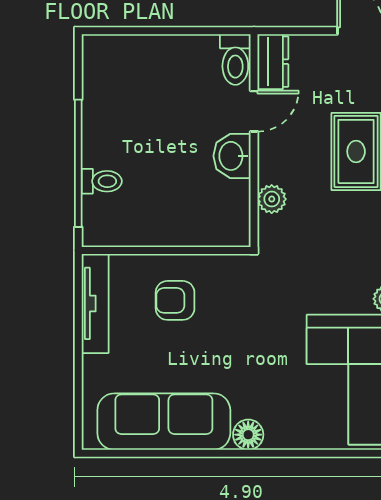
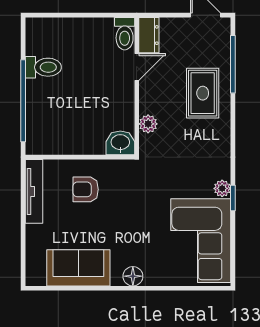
washbasin: (232, 156) -> (120, 143), moved, turned 90
toilet: (102, 181) -> (43, 67), moved, width x1.37, depth x1.39
sofa: (164, 422) -> (78, 268), width x0.73

